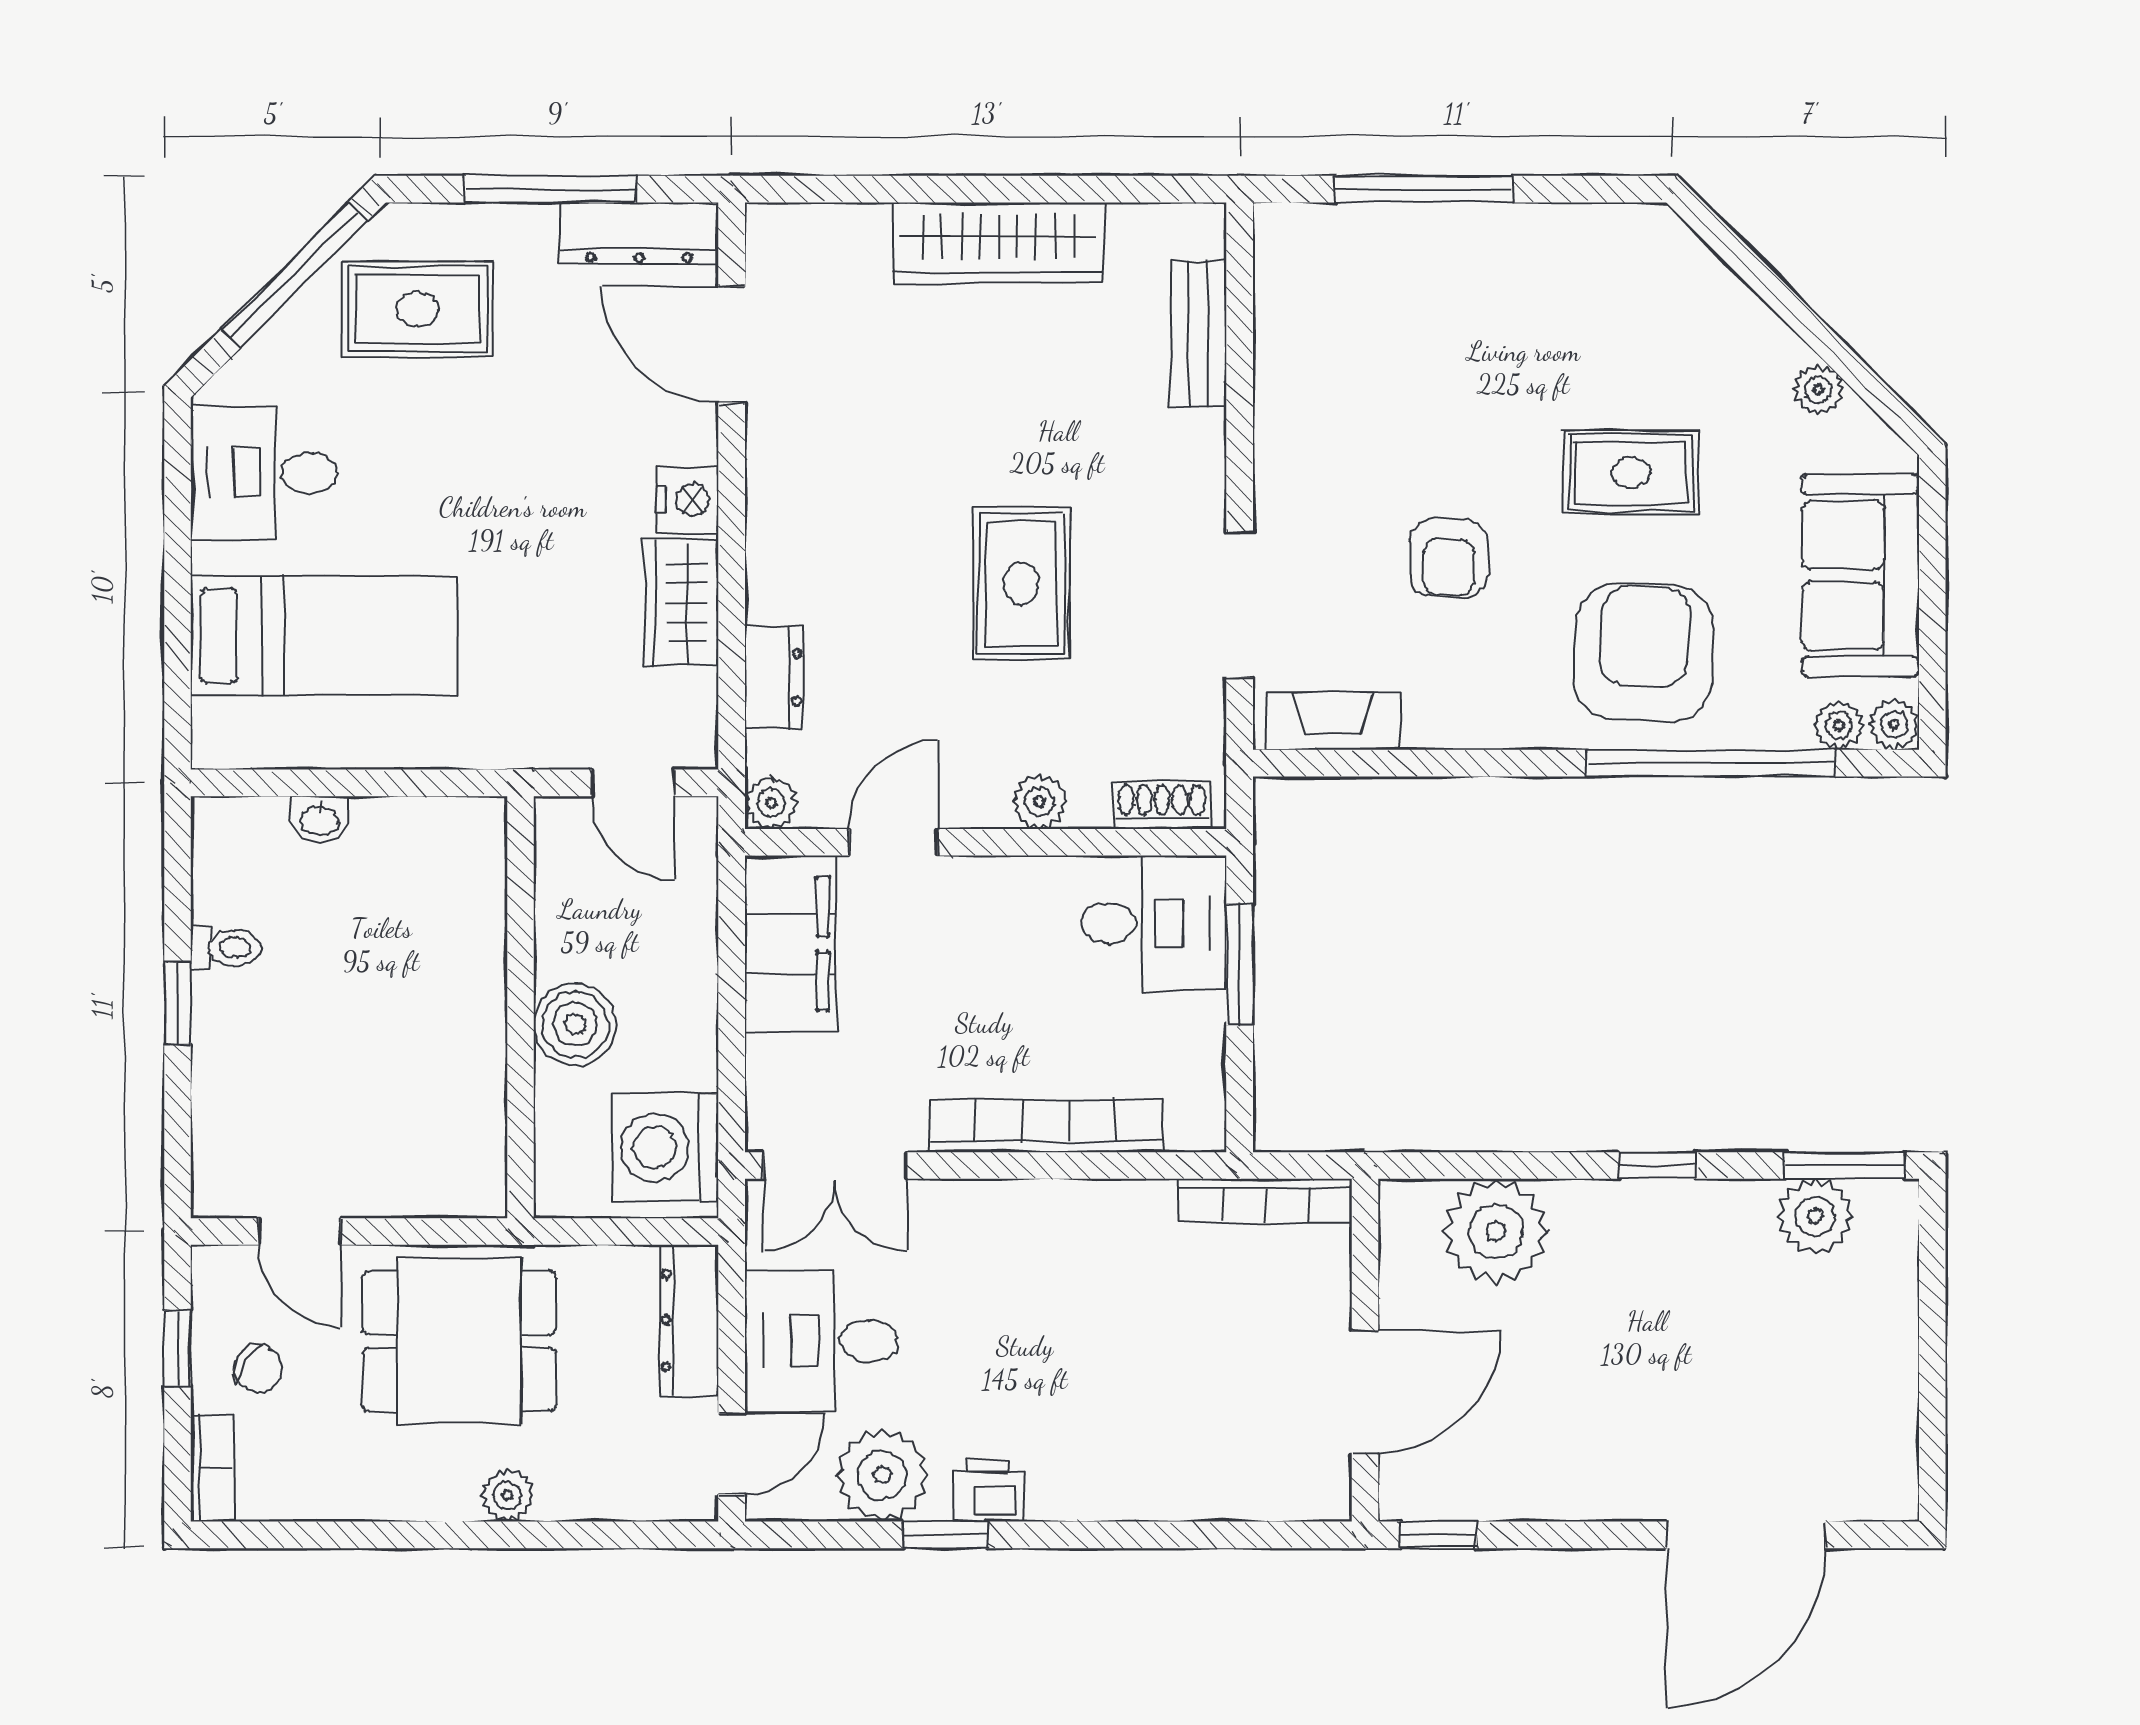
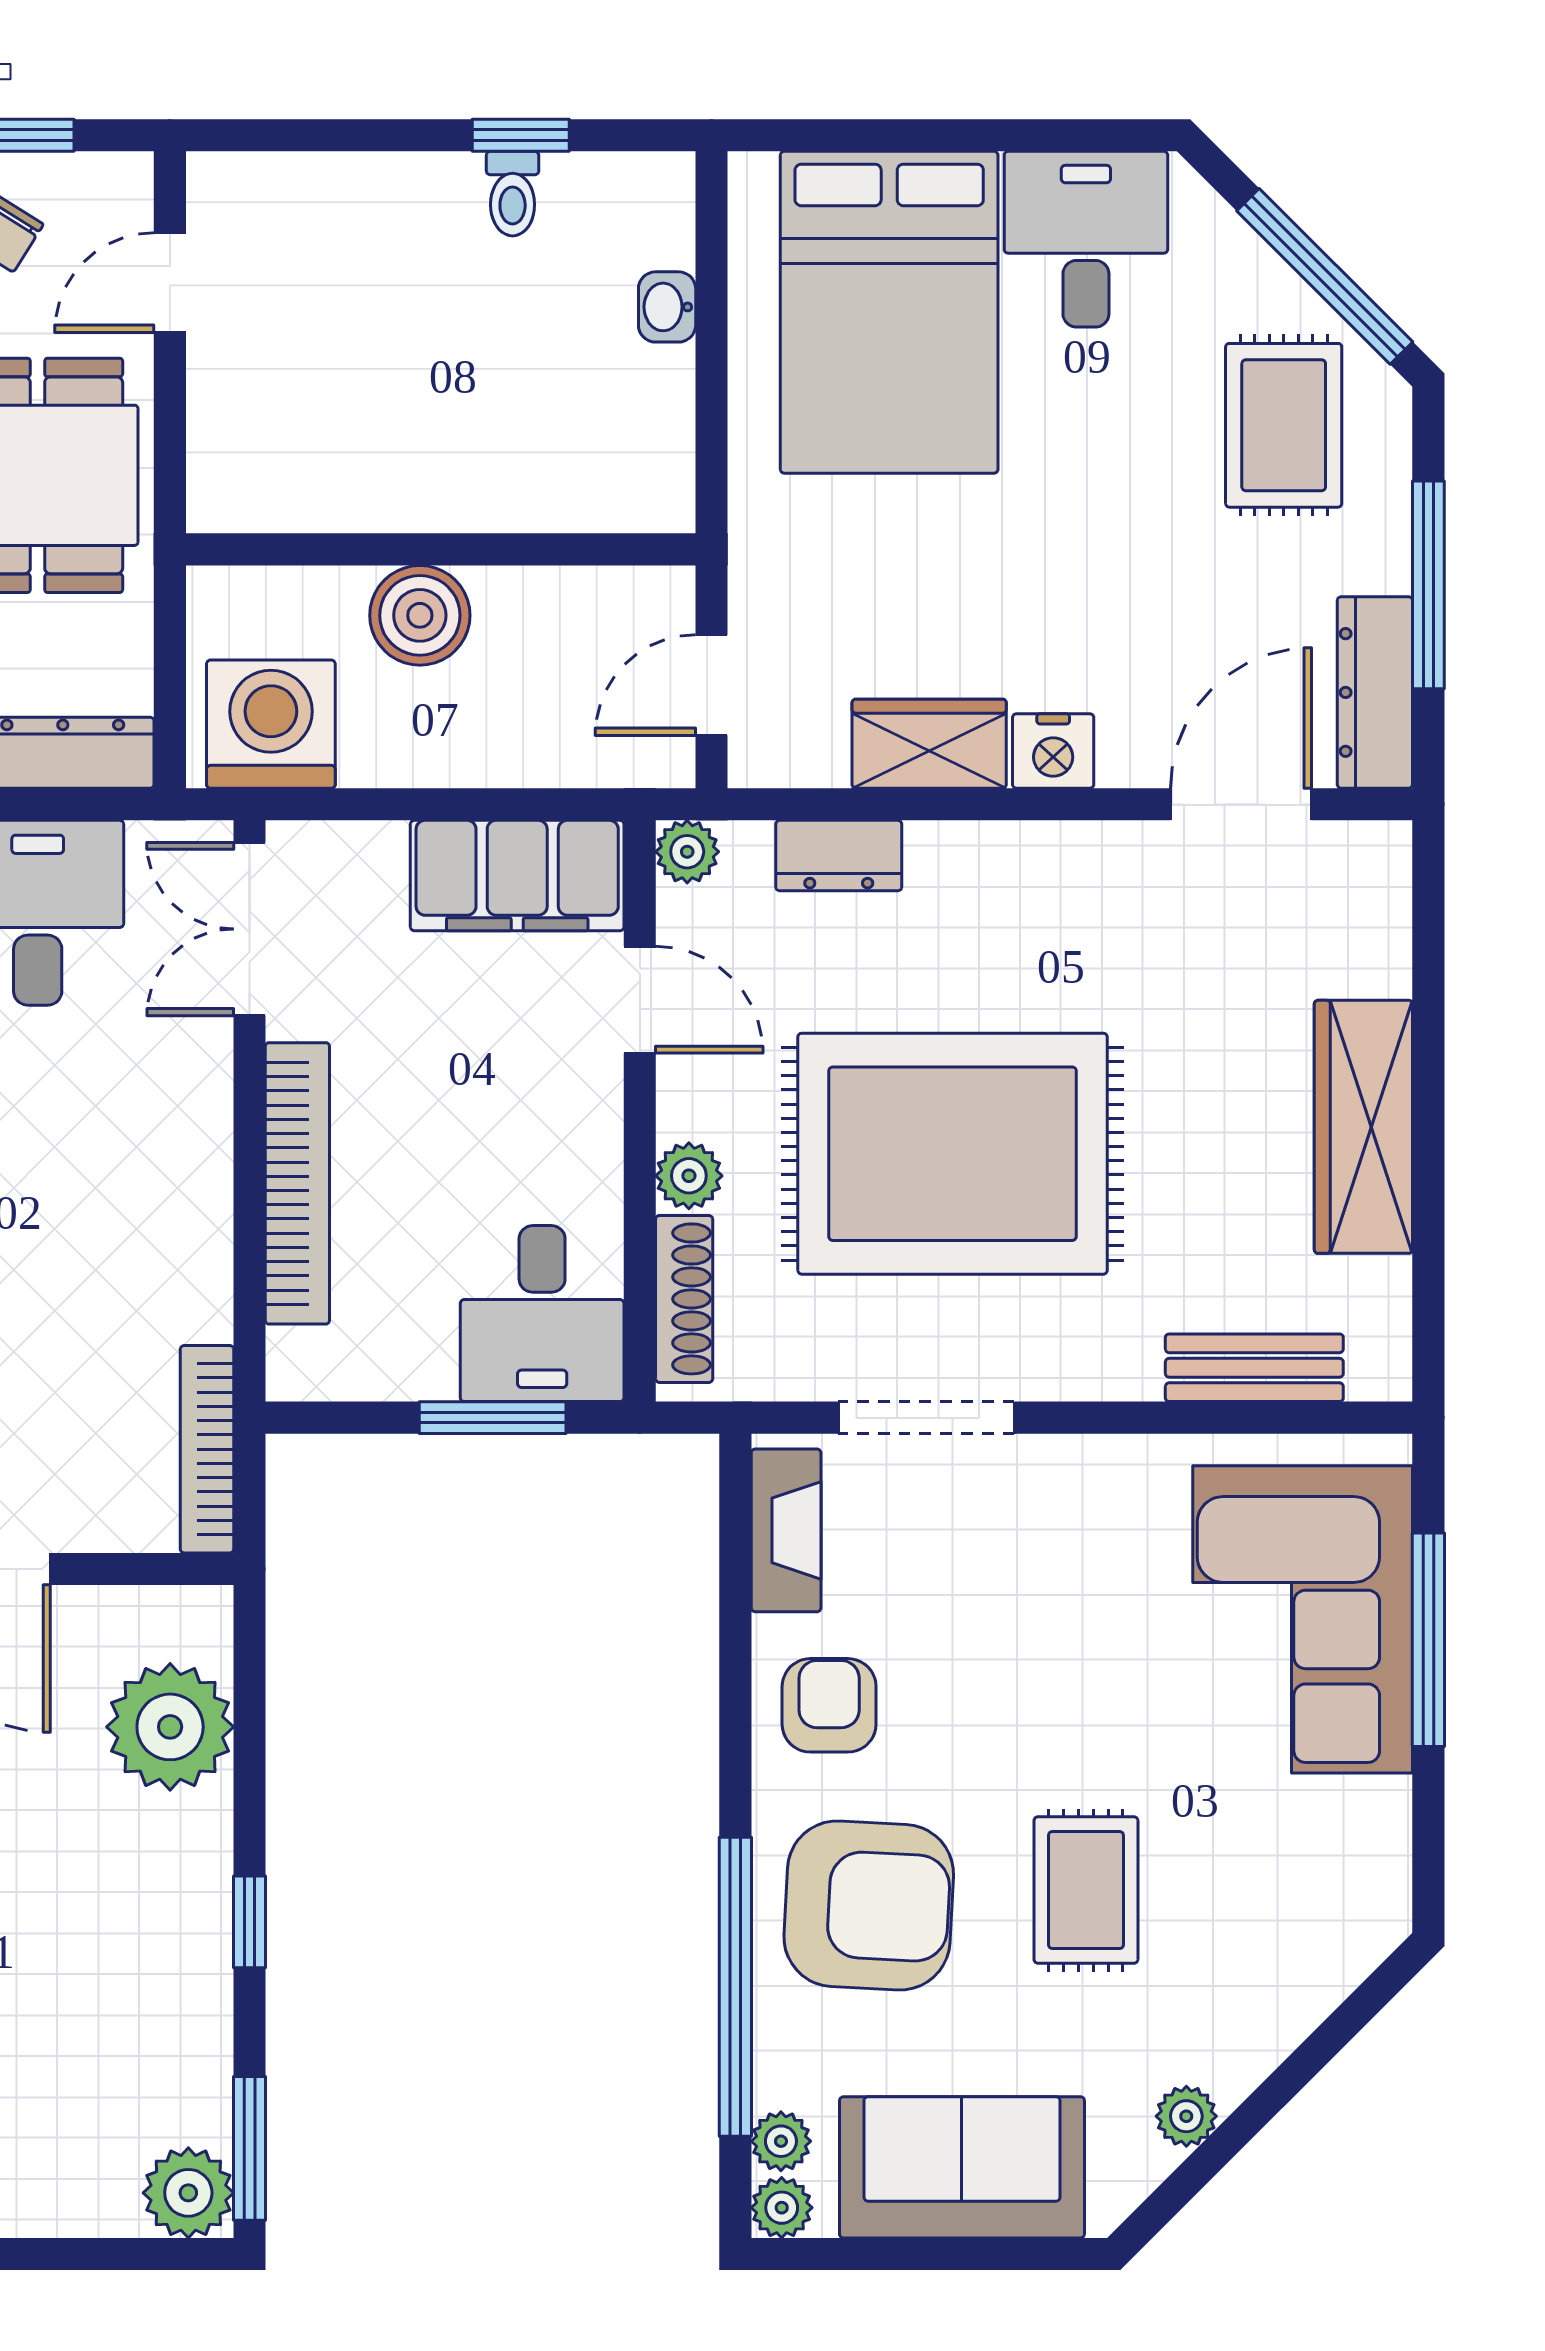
corner sofa: (1407, 293) -> (1303, 1619), added
armchair: (1449, 558) -> (829, 1705), moved, turned 90
rug: (1021, 583) -> (953, 1154), width x1.86, depth x2.06
bed: (324, 636) -> (889, 312), width x1.50
shoe rack: (1162, 806) -> (684, 1299), width x1.43
window: (177, 1003) -> (521, 135), moved
plant: (1815, 1216) -> (188, 2193), moved

